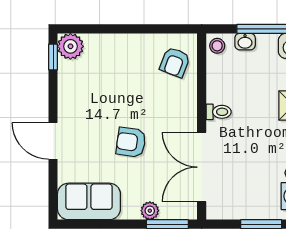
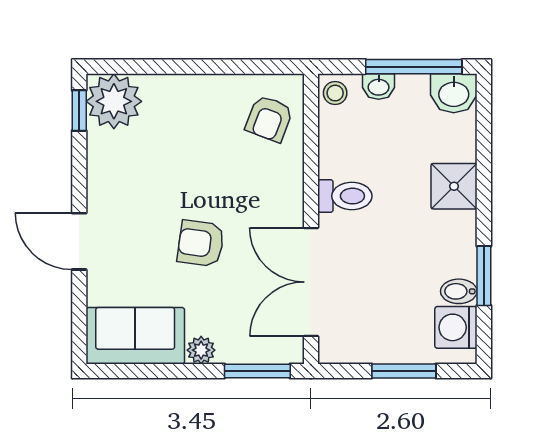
plant: (70, 46) -> (114, 101), width x1.36, depth x1.36
toilet: (219, 112) -> (345, 196), width x1.37, depth x1.39
plant: (150, 211) -> (201, 350), moved

